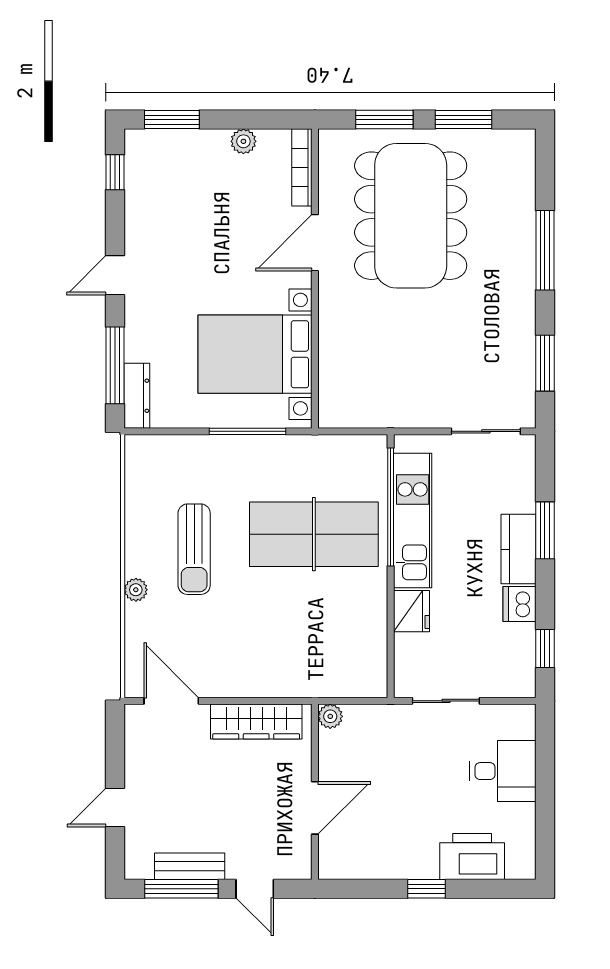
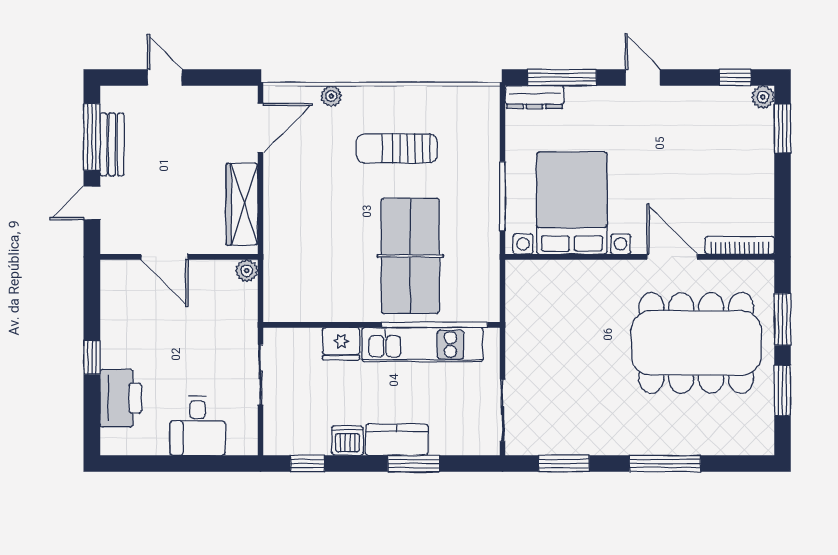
plant: (243, 141) -> (763, 97), moved
plant: (136, 590) -> (331, 96), moved

